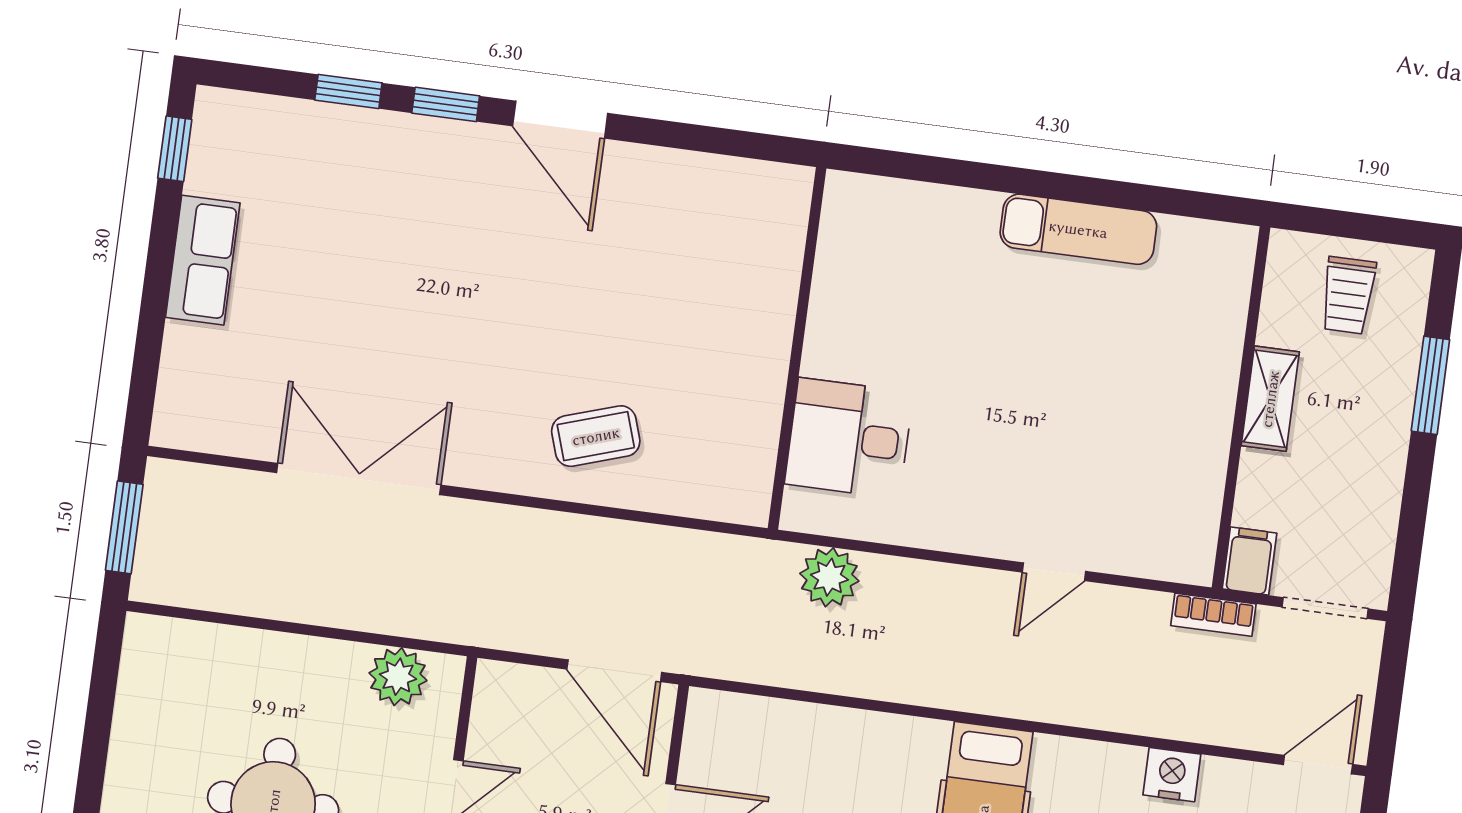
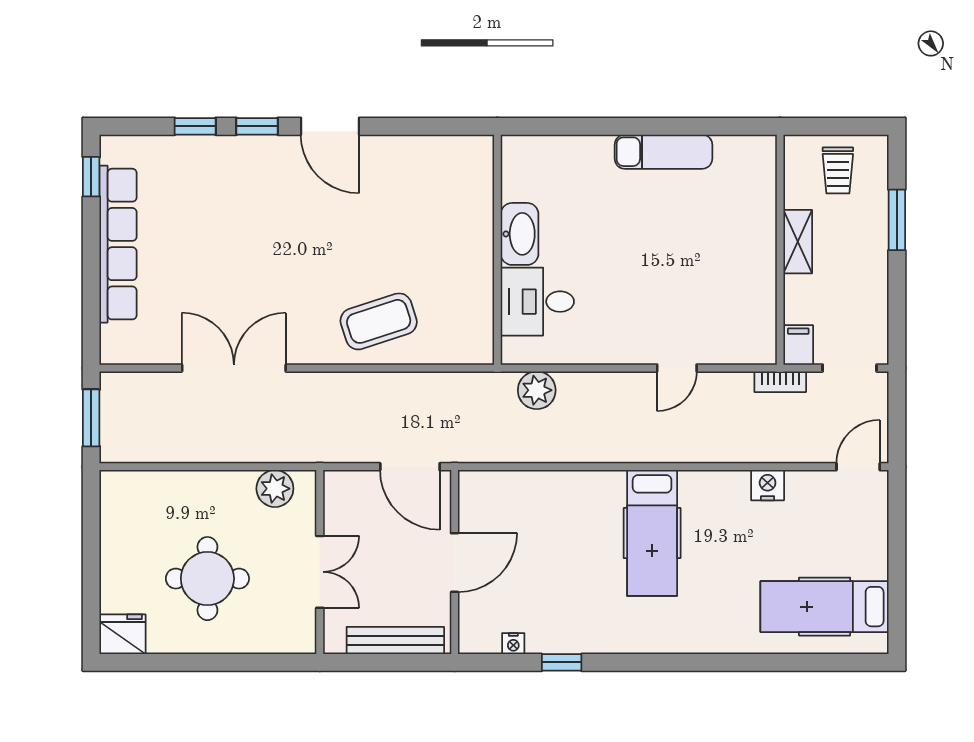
row of seats: (203, 260) -> (118, 244), width x2.02
washbasin: (835, 328) -> (520, 234), added
coffee table: (596, 436) -> (379, 321), width x1.36, depth x1.30

